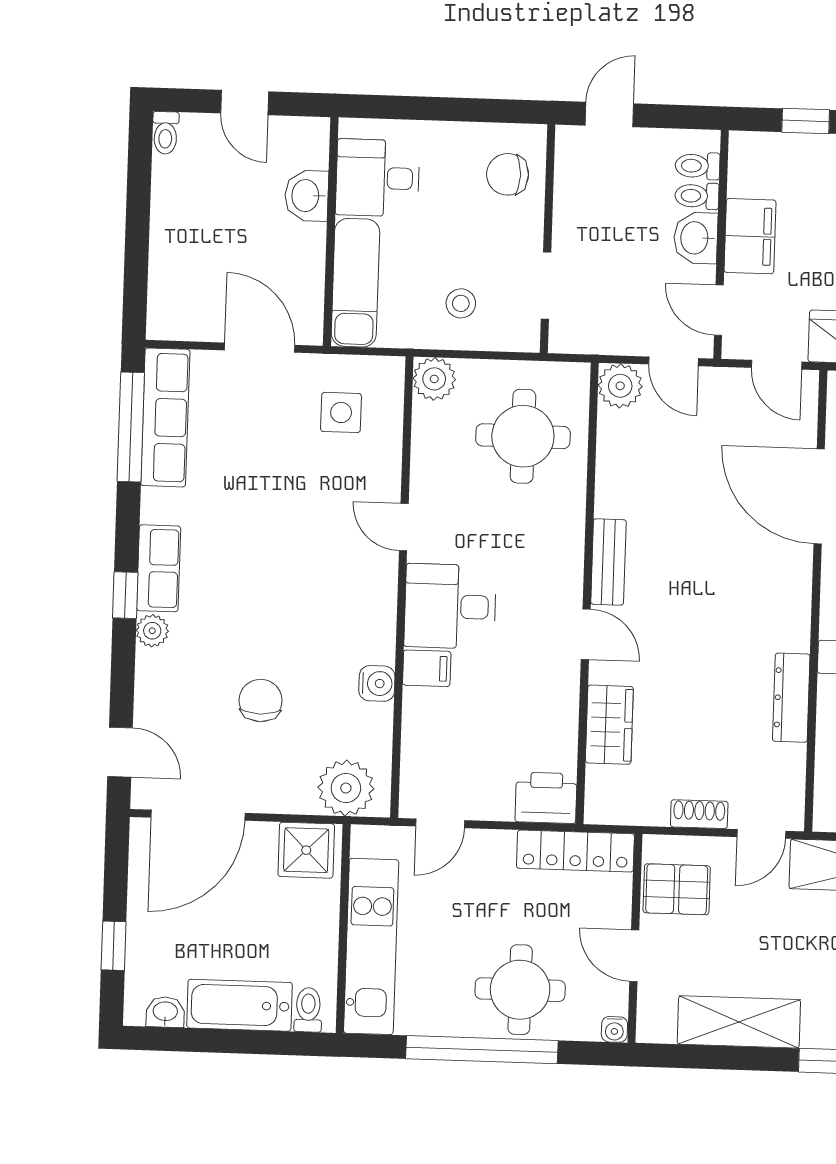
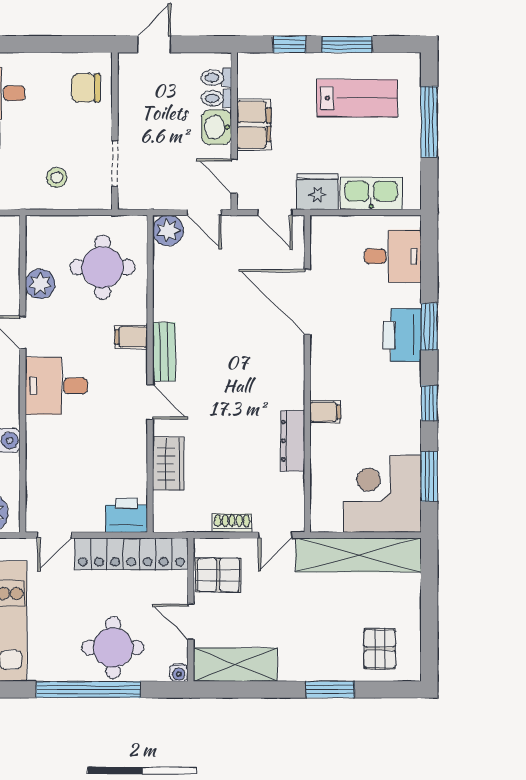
plant: (434, 379) -> (40, 284), moved
filing cabinet: (427, 668) -> (131, 337), moved, turned 180
locker: (575, 851) -> (131, 554), width x1.41, depth x1.21
shelving: (739, 1022) -> (235, 665), moved

